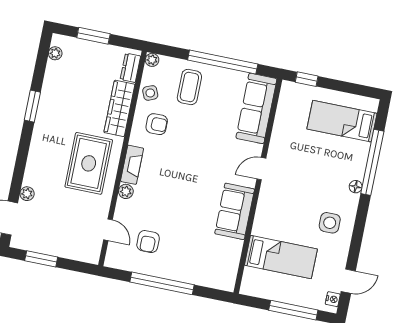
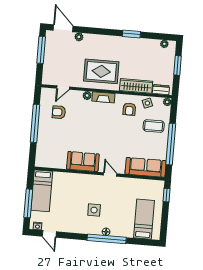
window: (372, 162) -> (107, 239), moved
side table: (330, 223) -> (94, 210), moved
bed: (281, 257) -> (42, 191), moved
window: (41, 259) -> (41, 50), width x1.44

